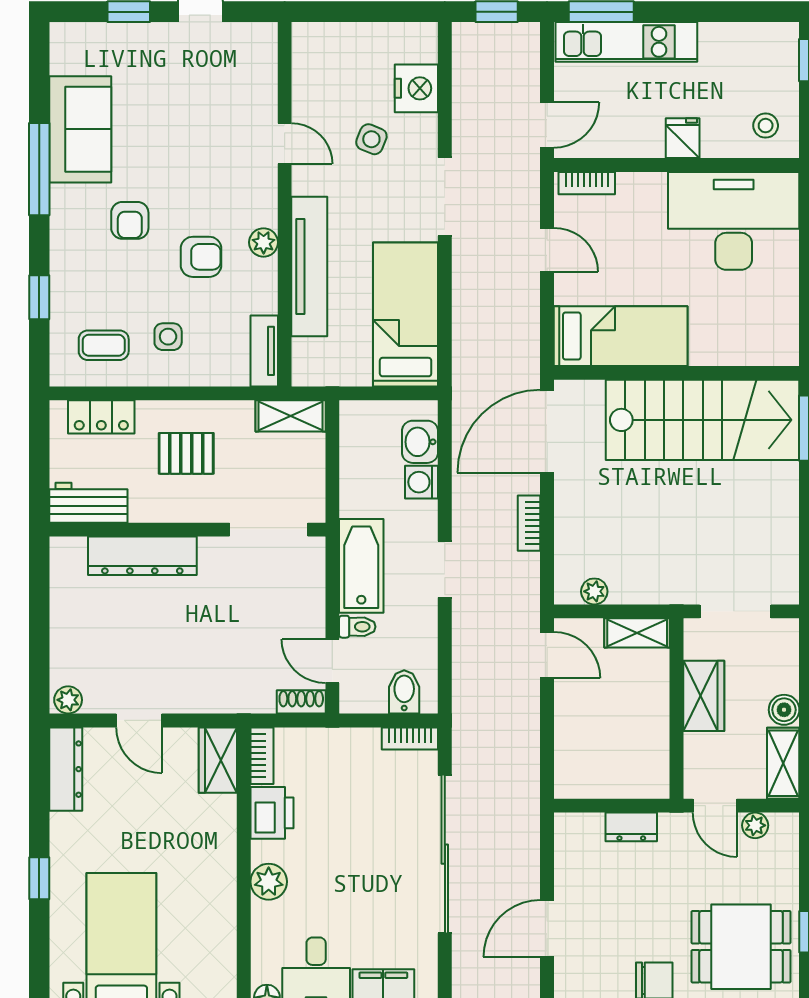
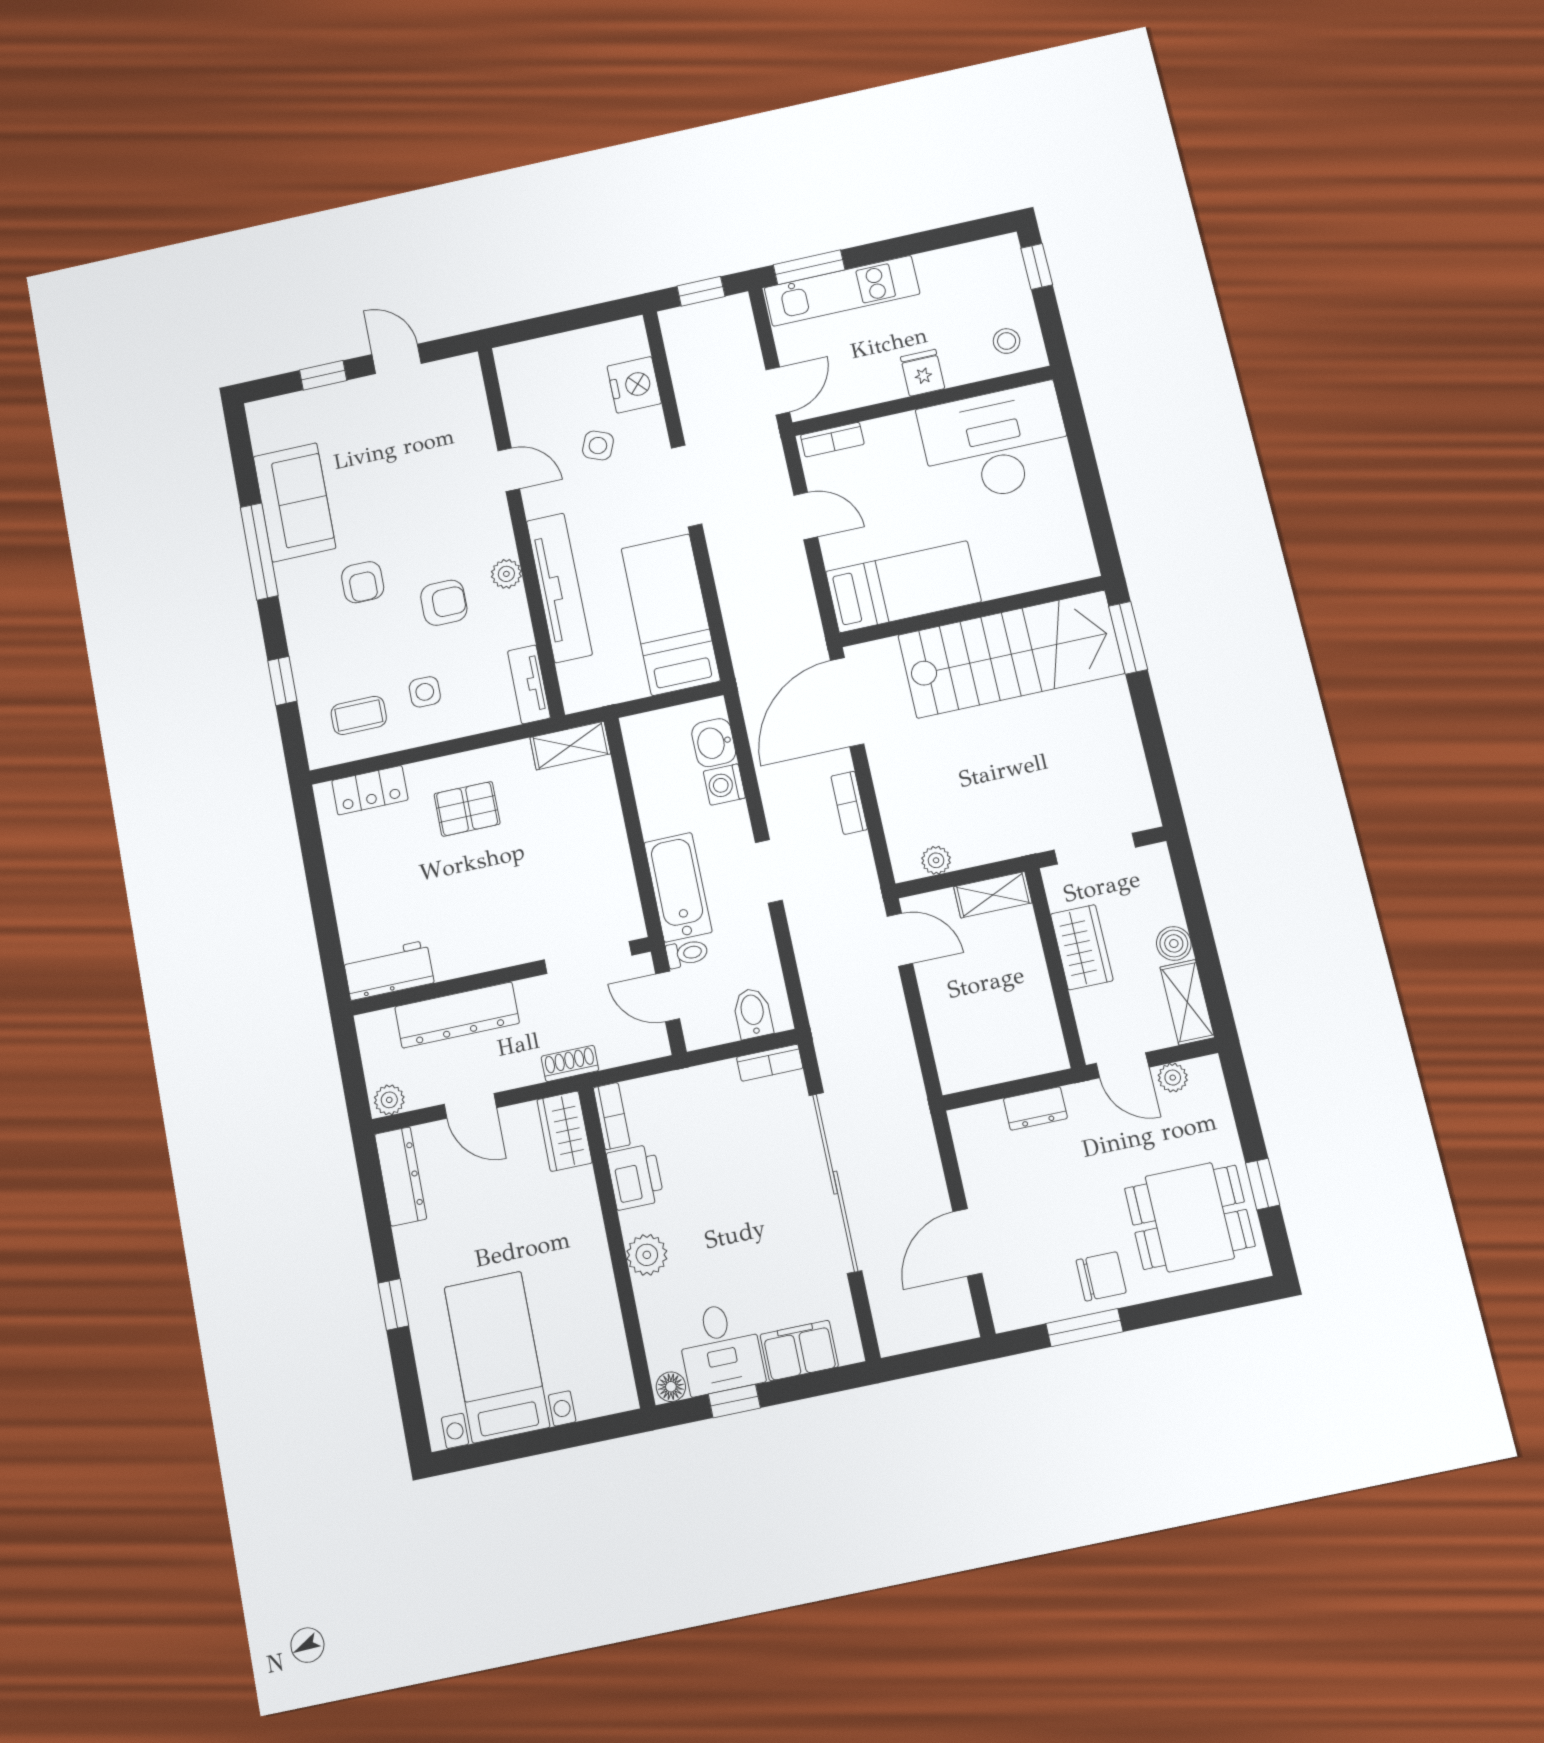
workbench: (88, 503) -> (389, 970), moved
wall: (187, 530) -> (500, 976), moved
doorway: (269, 530) -> (588, 958), moved
dresser: (142, 556) -> (457, 1015), moved
shoe rack: (301, 702) -> (570, 1063), moved

